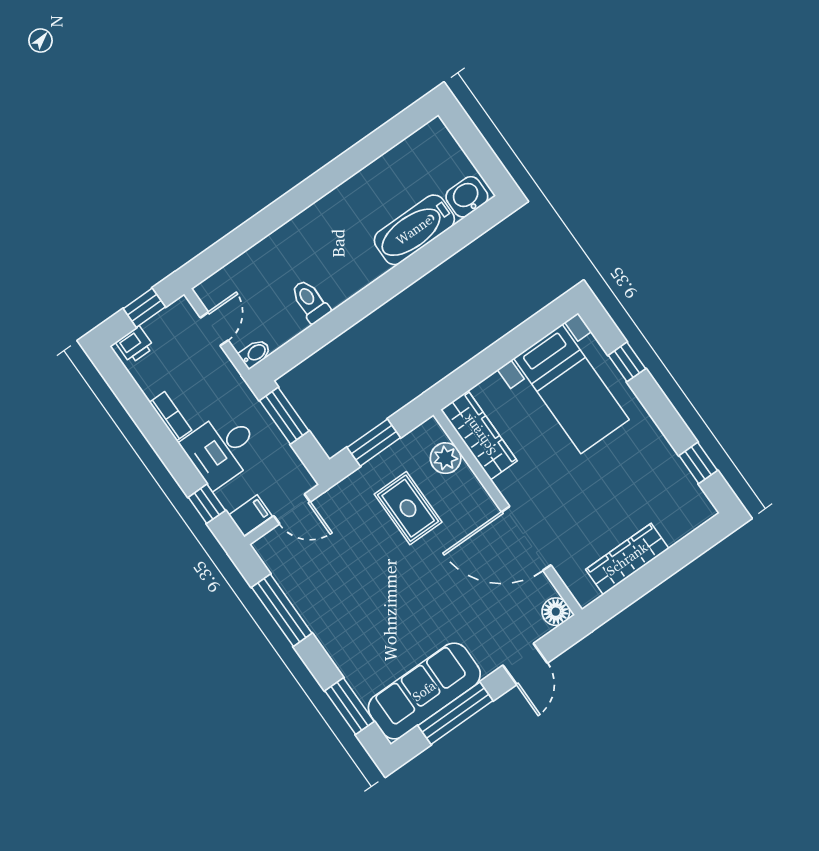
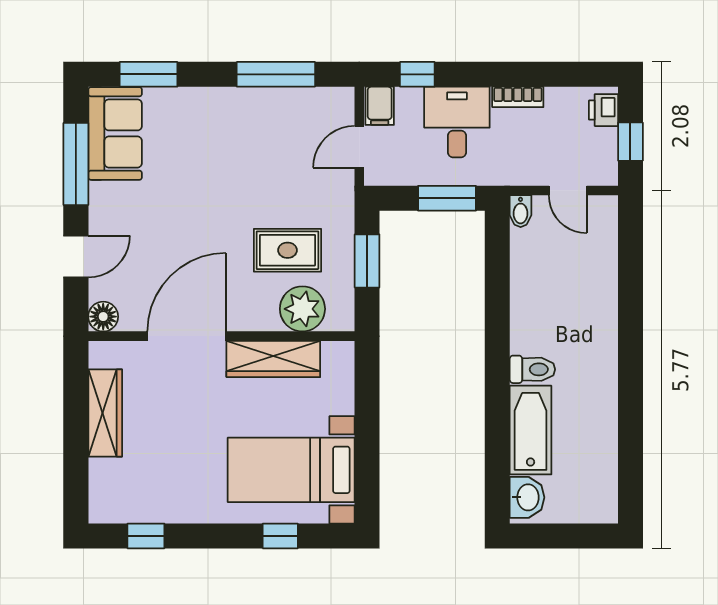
toilet: (310, 301) -> (532, 369), moved
wardrobe: (479, 435) -> (273, 359), moved
plant: (446, 458) -> (302, 309), width x1.36, depth x1.36
door: (525, 664) -> (76, 257), swing flipped
sofa: (424, 691) -> (115, 133), width x0.73

